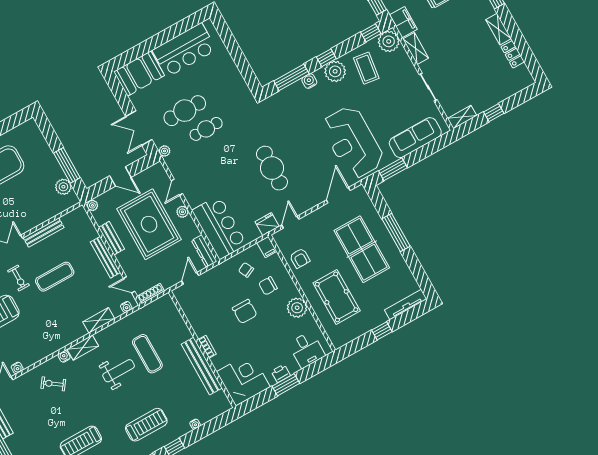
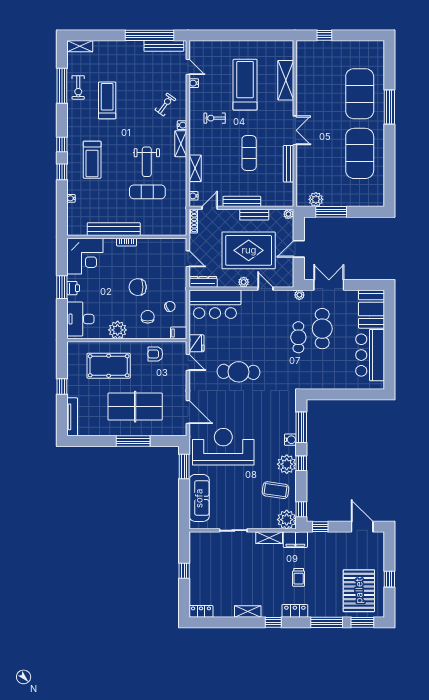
locker: (513, 54) -> (201, 611), moved
shelving: (462, 117) -> (195, 544), removed
exercise bike: (18, 278) -> (215, 118), moved
desk: (307, 350) -> (80, 319), width x1.37

